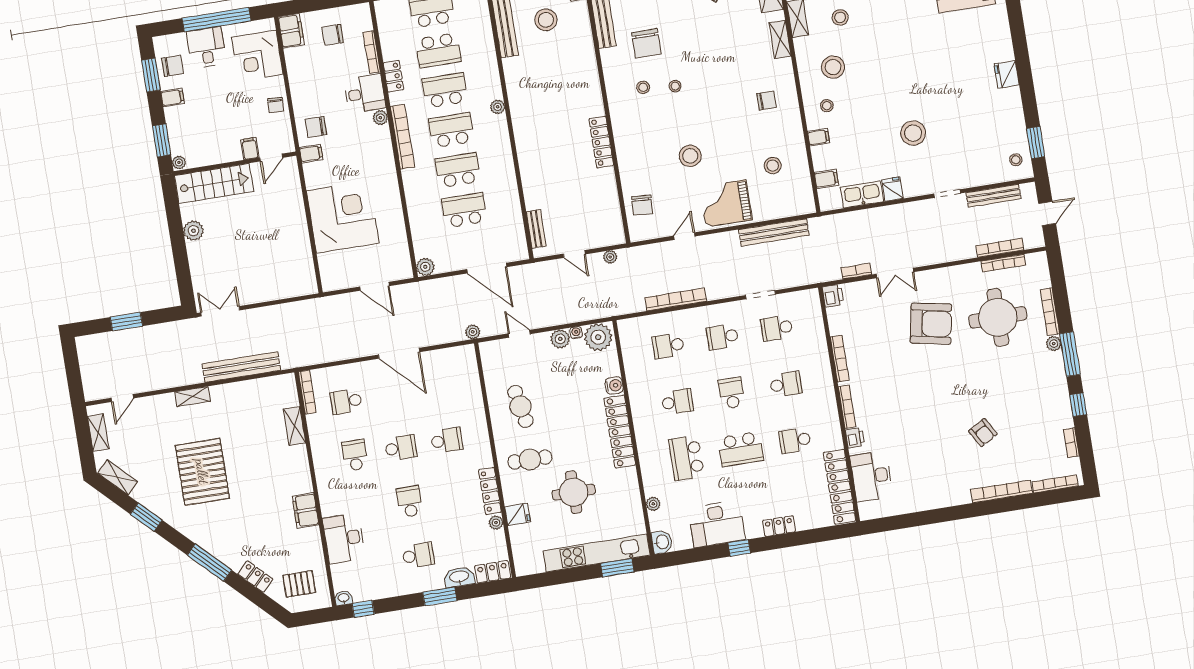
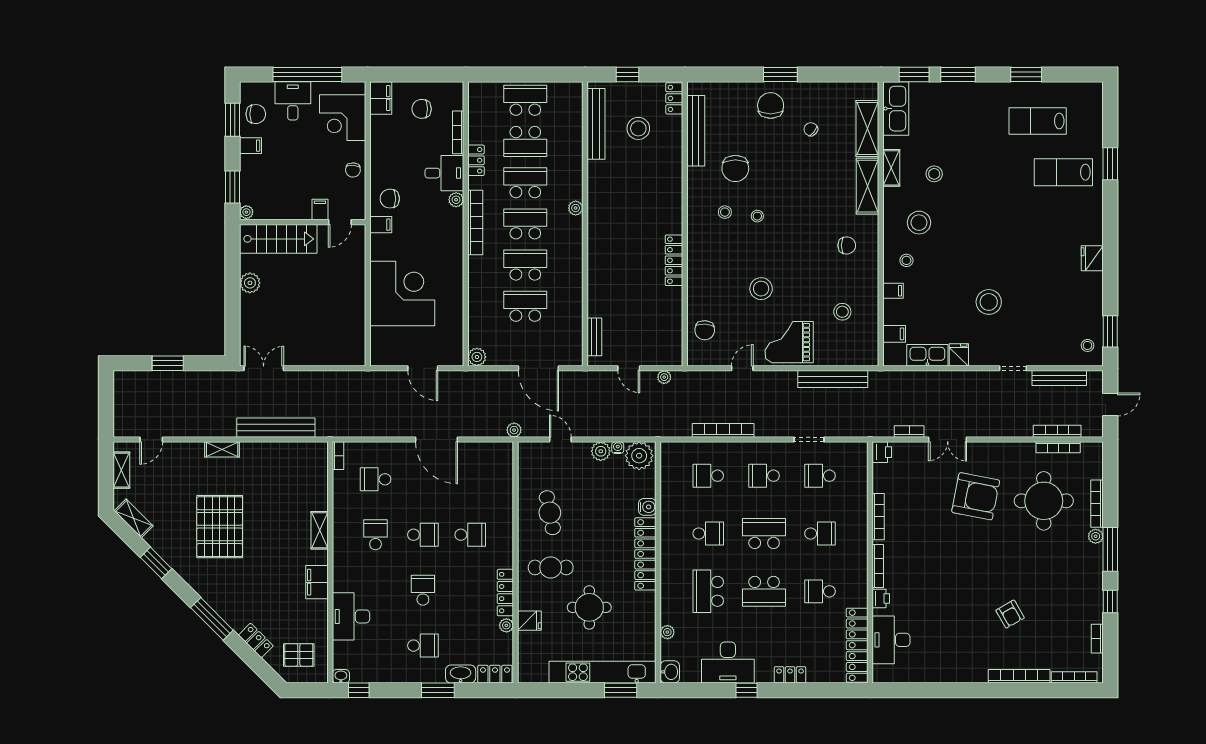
shelving: (780, 39) -> (867, 186), width x1.50, depth x1.33
bookcase: (307, 392) -> (338, 456), width x0.64
school desk: (732, 393) -> (764, 534), width x1.85
shelving: (294, 426) -> (320, 530), moved

